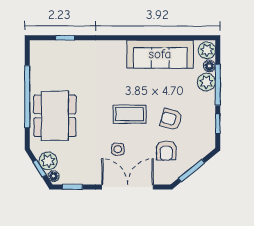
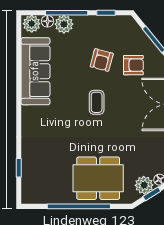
coffee table: (130, 114) -> (97, 102), width x0.73, depth x0.77
side table: (118, 149) -> (132, 114), removed

